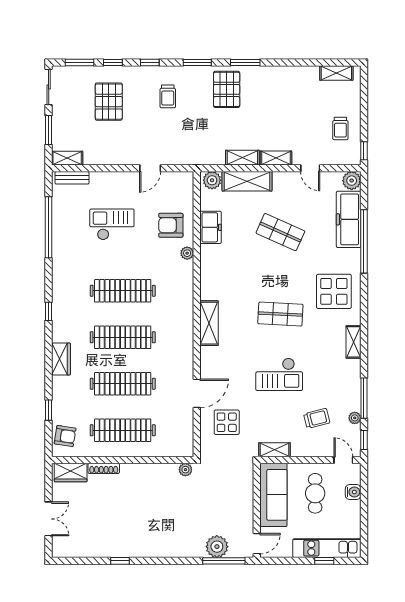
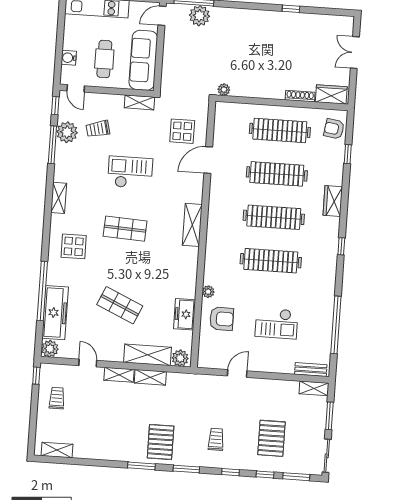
display table: (334, 291) -> (74, 246), width x0.73, depth x0.73
plant: (355, 418) -> (67, 132), width x1.88, depth x1.88

